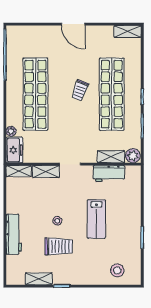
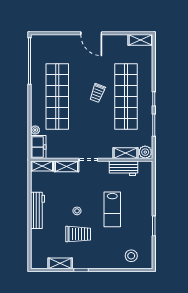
workbench: (14, 234) -> (38, 210), moved

